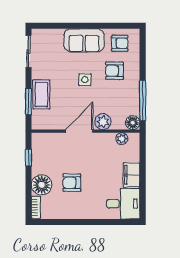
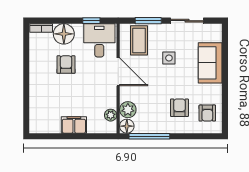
sofa: (84, 40) -> (210, 63), moved
sliding door: (29, 52) -> (187, 21), moved
side table: (85, 80) -> (169, 58), moved
coffee table: (41, 94) -> (139, 40), moved, turned 90
plant: (103, 122) -> (128, 110), moved
desk: (123, 204) -> (99, 40), moved, turned 180

